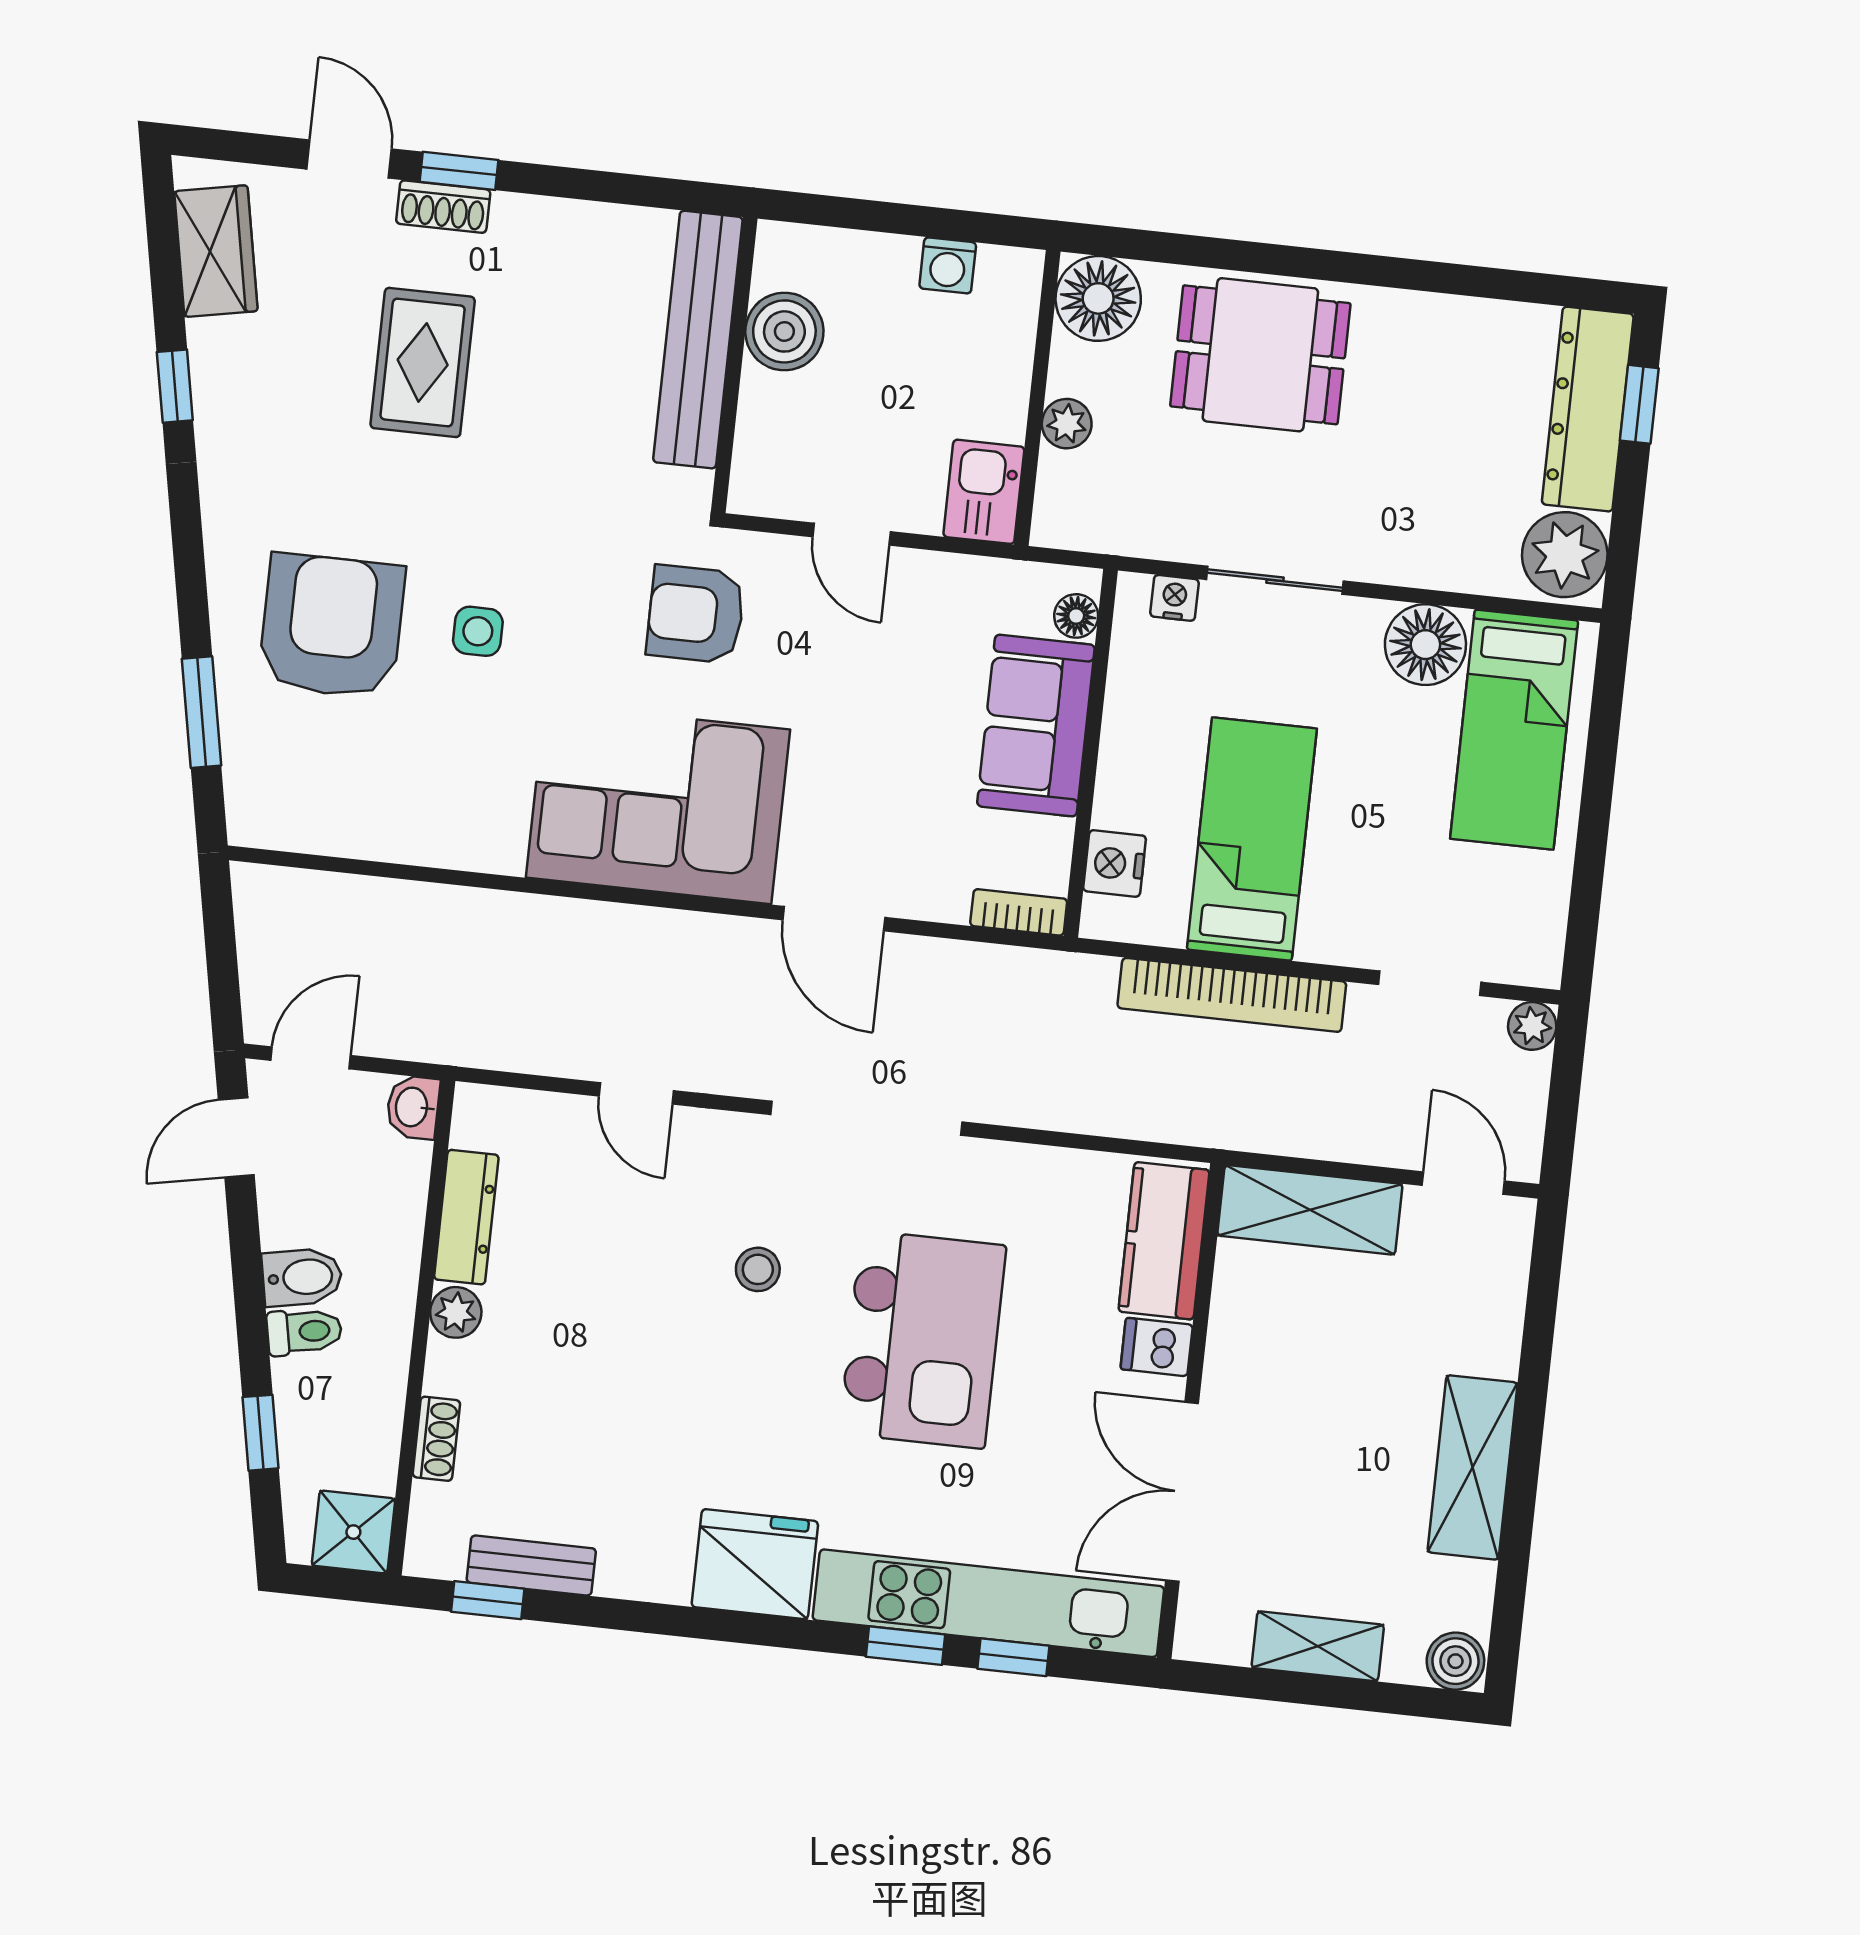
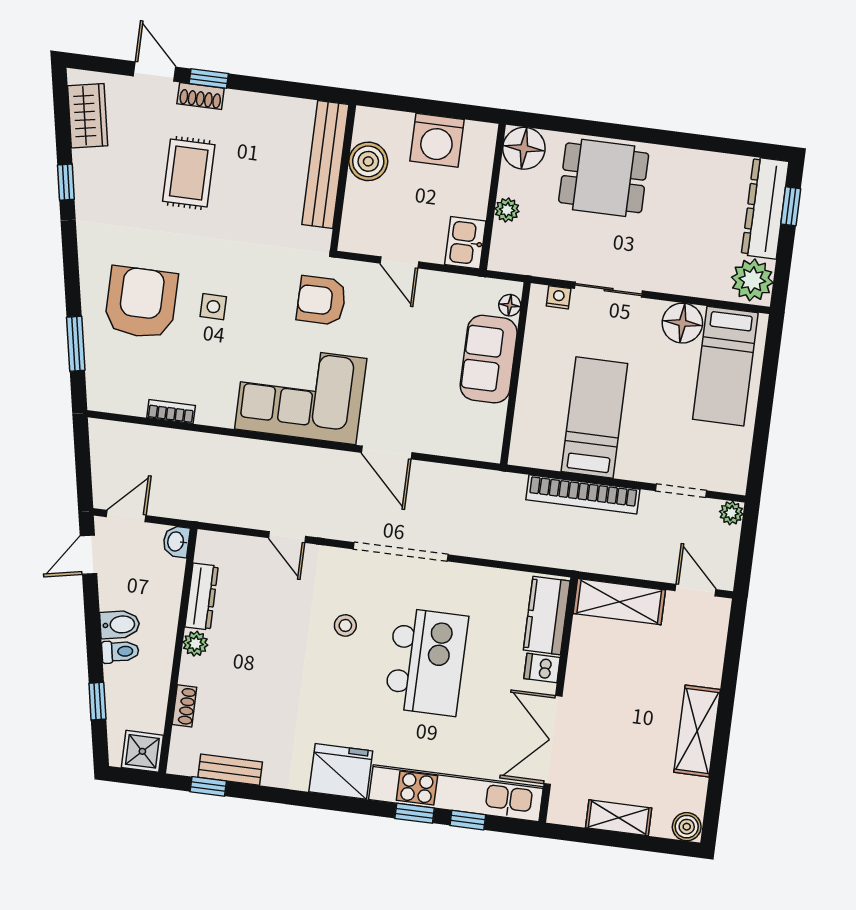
washing machine: (948, 265) -> (437, 140), width x1.89, depth x1.89
nightstand: (1115, 863) -> (526, 428), removed
bookcase: (1019, 912) -> (171, 412), moved

